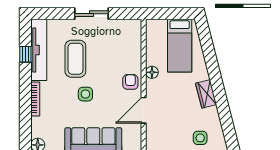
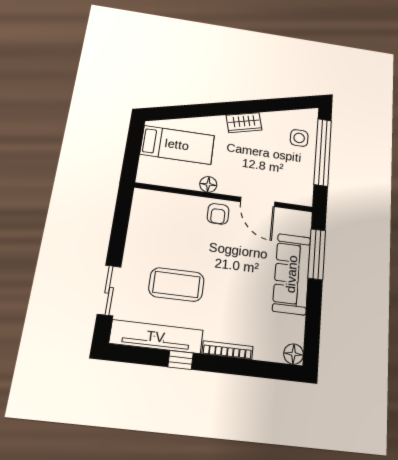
sliding door: (91, 14) -> (109, 290), moved
window: (25, 54) -> (181, 360), moved
armchair: (130, 82) -> (218, 214), turned -90
side table: (85, 94) -> (228, 277), removed

